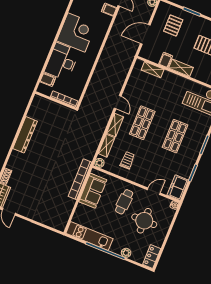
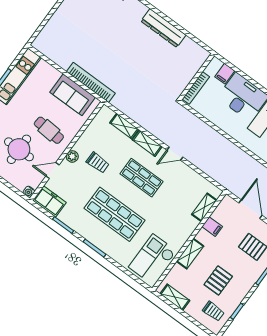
shelving: (181, 68) -> (190, 254), moved
shop shelf: (175, 136) -> (115, 214), width x1.43, depth x1.36
trolley: (127, 160) -> (98, 163), moved
plant: (99, 163) -> (72, 156), moved
door: (154, 191) -> (53, 170), swing flipped

